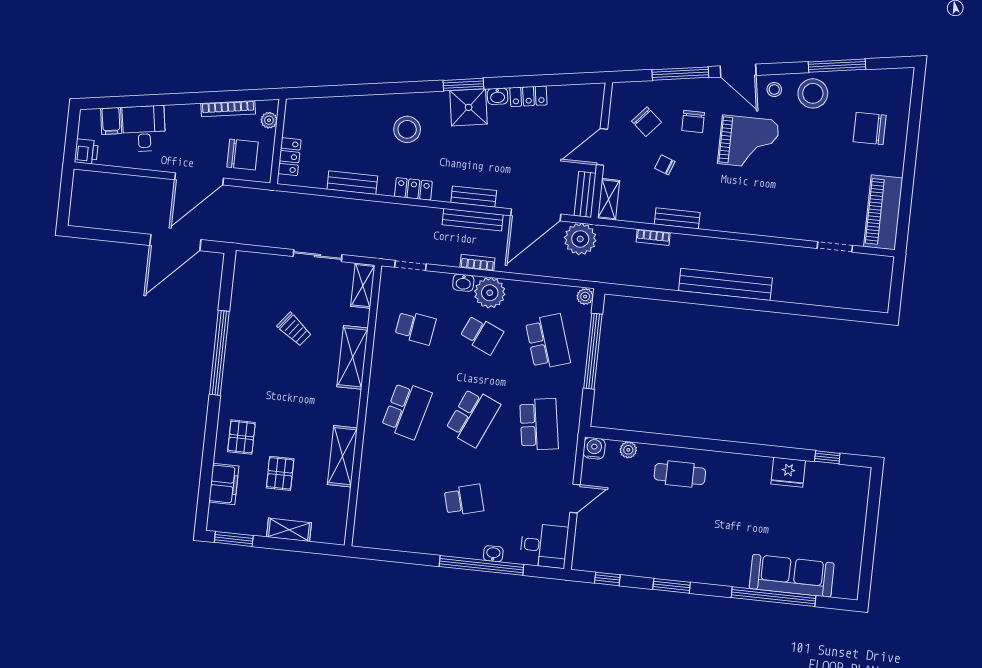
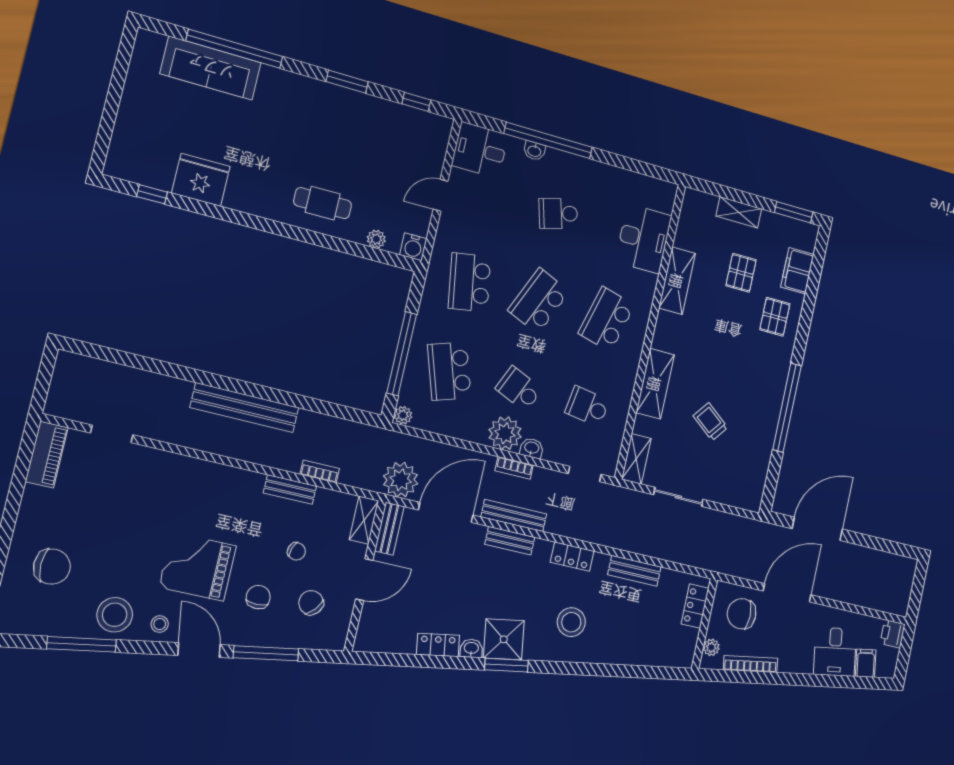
piano: (883, 212) -> (47, 455), width x0.73, depth x0.75
fridge: (788, 472) -> (201, 180), width x1.36, depth x1.34
desk: (380, 490) -> (644, 239), added

